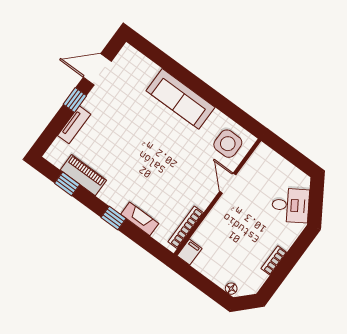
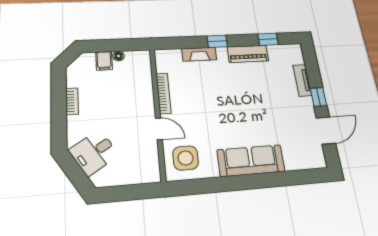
piano: (83, 175) -> (248, 54), moved
bookcase: (186, 227) -> (163, 93), moved
filing cabinet: (190, 252) -> (104, 61), moved
floor lamp: (231, 289) -> (119, 56), moved

